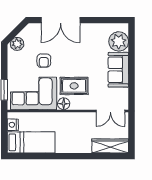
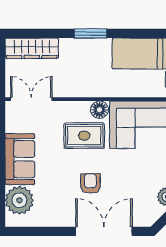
armchair: (44, 61) -> (90, 184), moved
window: (70, 156) -> (90, 33), added

